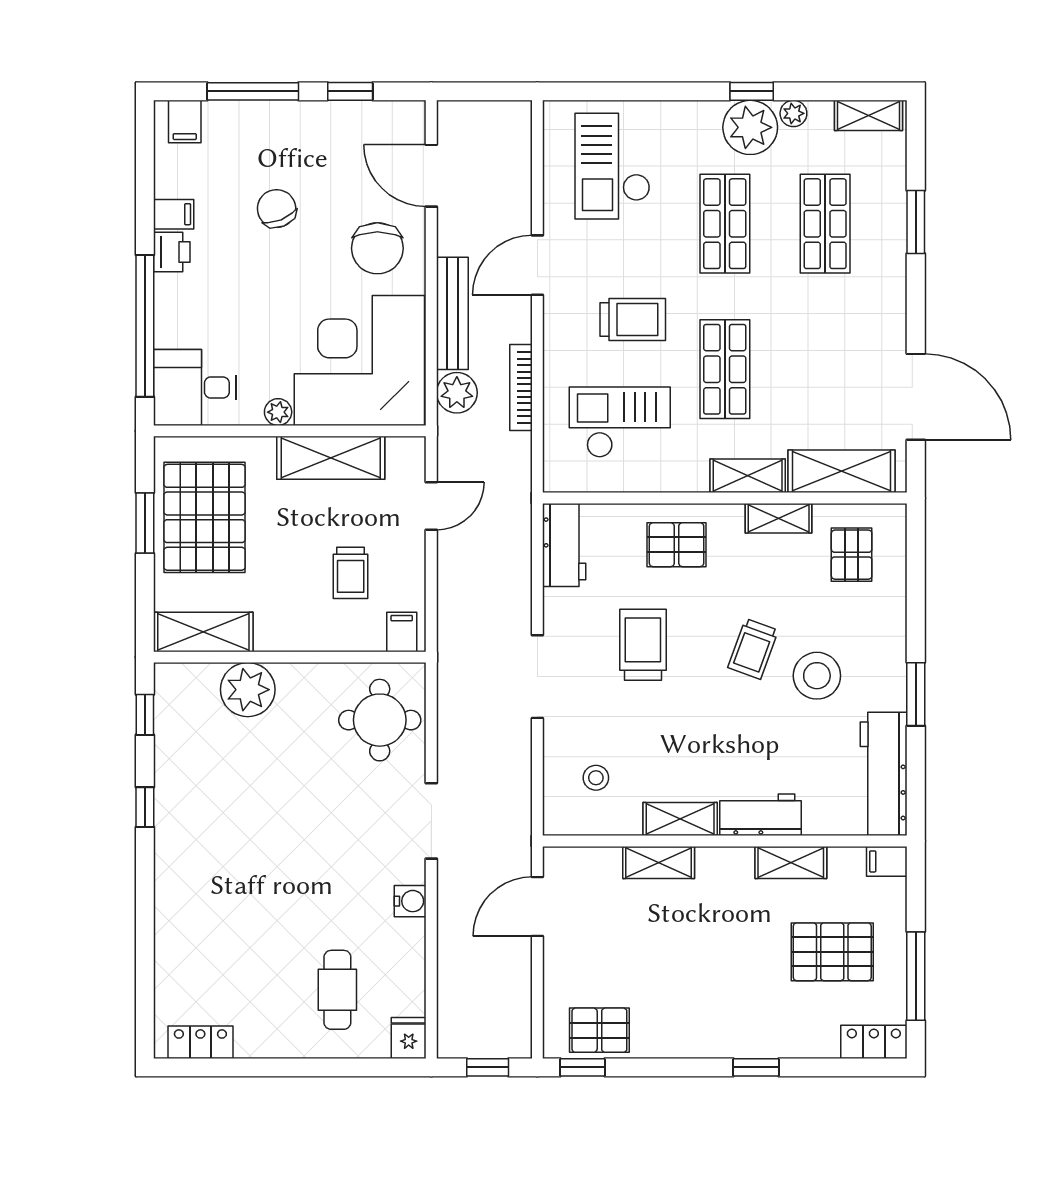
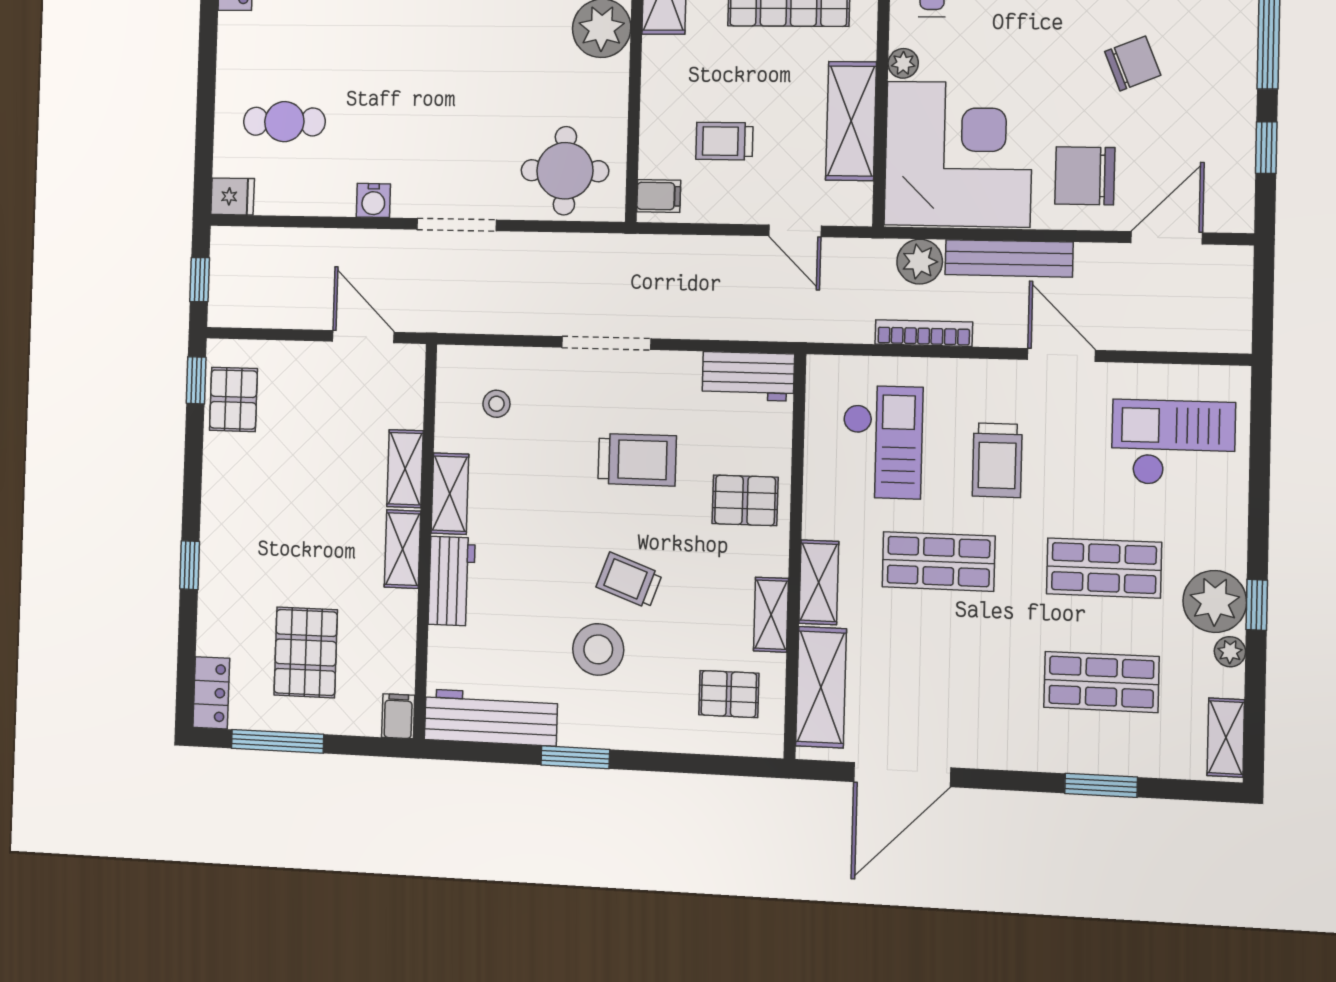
pallet: (677, 545) -> (745, 500), turned 90
shelving: (791, 862) -> (402, 549), moved

